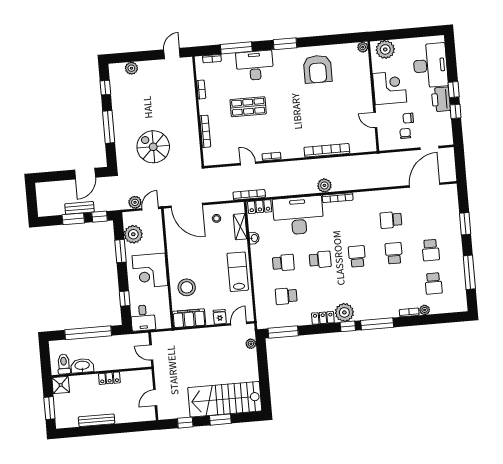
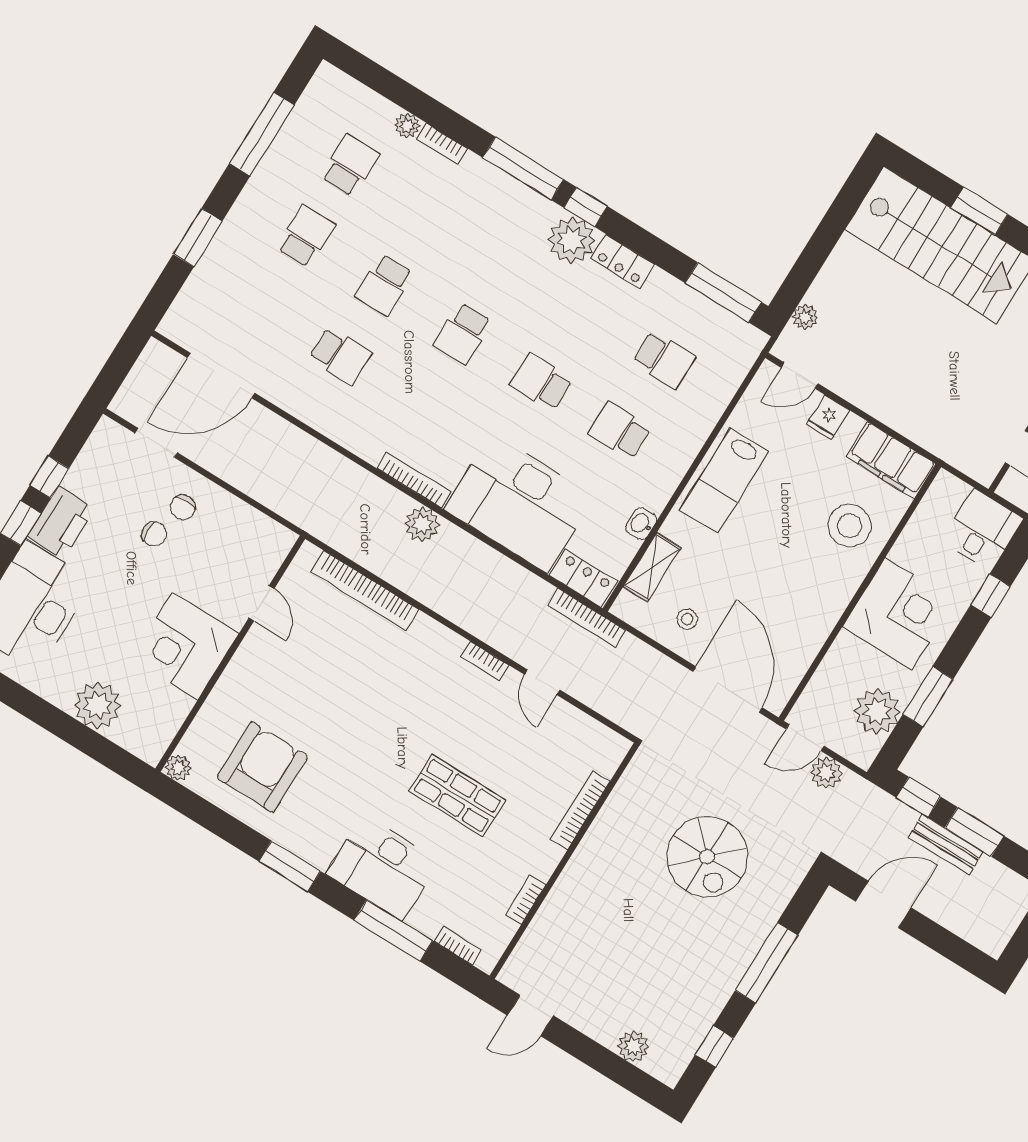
plant: (363, 47) -> (178, 768), moved
corner desk: (390, 88) -> (185, 646), moved
wall: (373, 96) -> (230, 654), moved
door: (375, 120) -> (262, 603), moved

